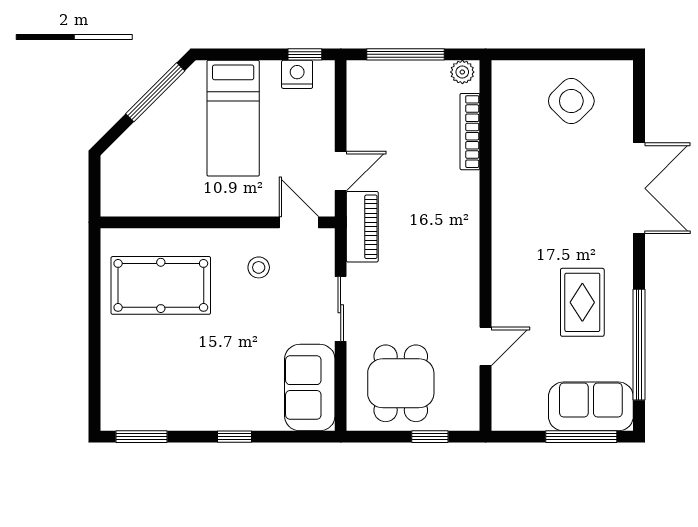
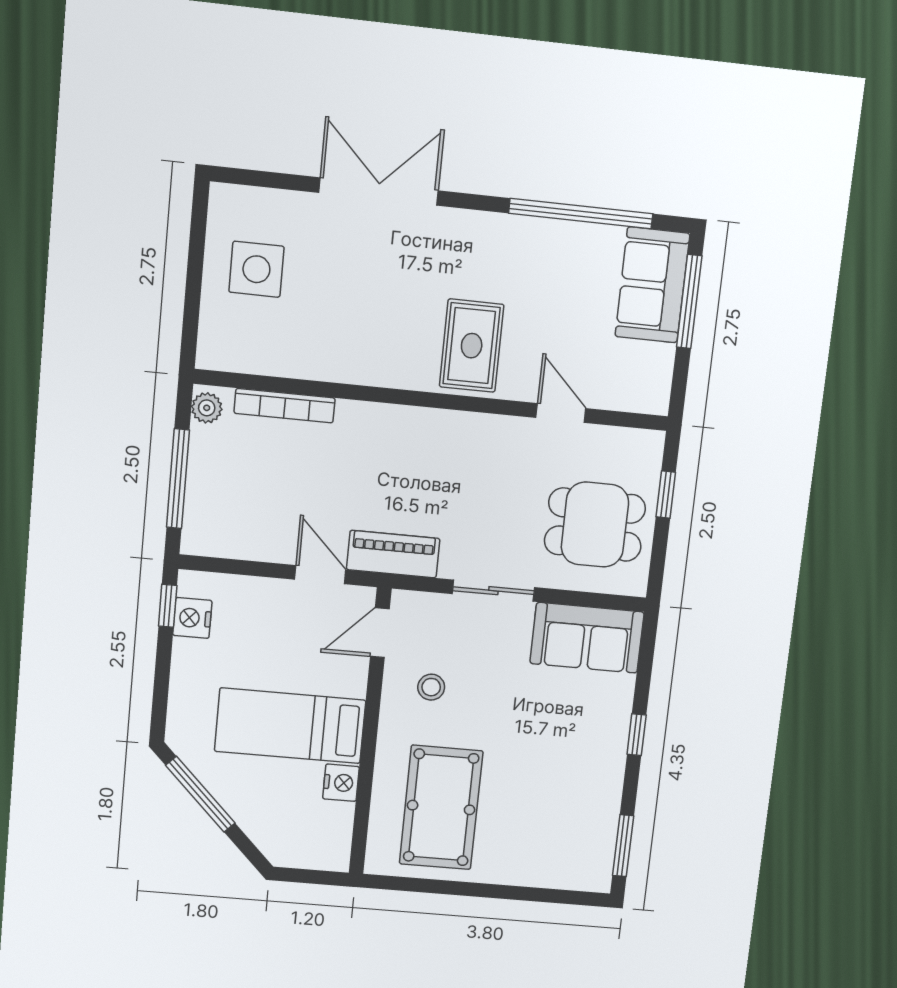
side table: (571, 101) -> (256, 269), turned 45
bed: (233, 118) -> (290, 726), moved, turned 180
nightstand: (174, 203) -> (341, 783), added
rug: (582, 302) -> (472, 346), moved, turned 90

